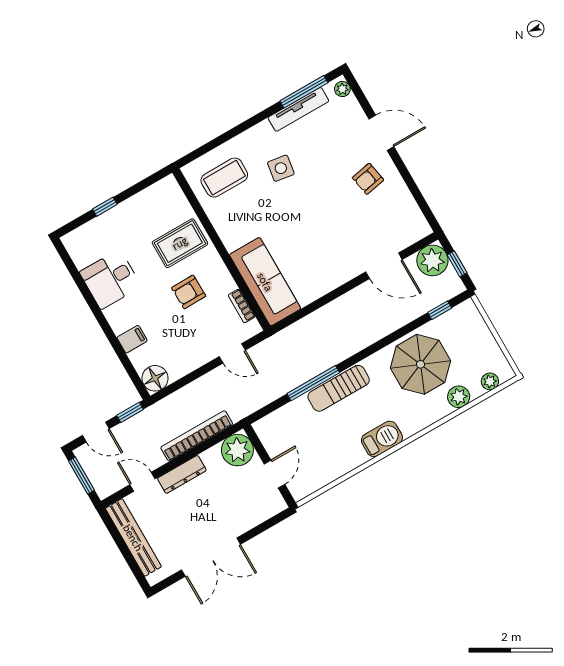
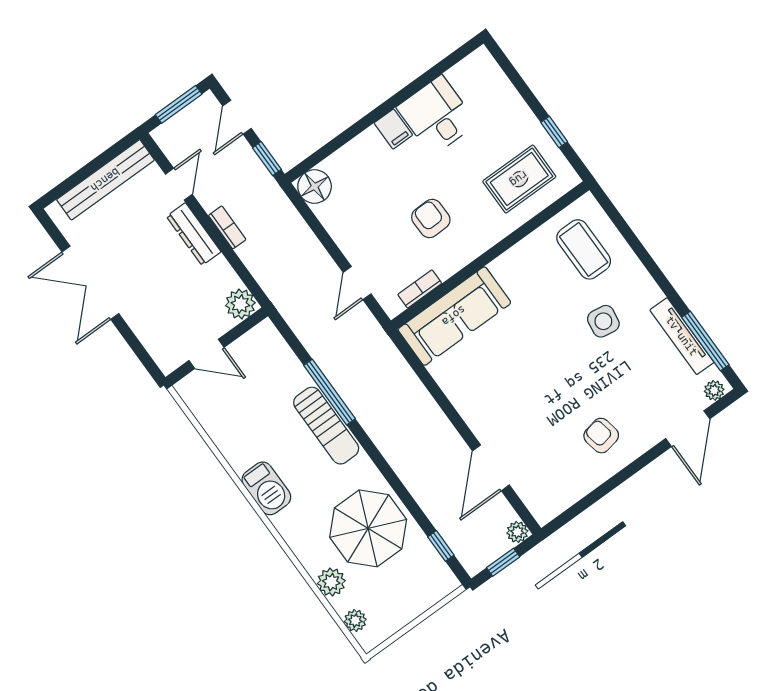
door: (381, 133) -> (688, 429), moved
window: (105, 207) -> (554, 132), moved
rug: (180, 243) -> (519, 179), moved, turned 90
plant: (432, 260) -> (517, 532), width x0.53, depth x0.53
filing cabinet: (132, 339) -> (393, 129), moved
sun lounger: (339, 388) -> (326, 426), turned 180
bookcase: (197, 436) -> (227, 227), width x0.43, depth x0.76
plant: (237, 450) -> (240, 304), width x0.73, depth x0.73

